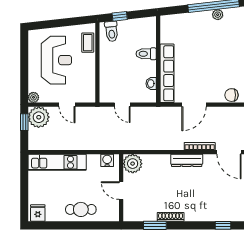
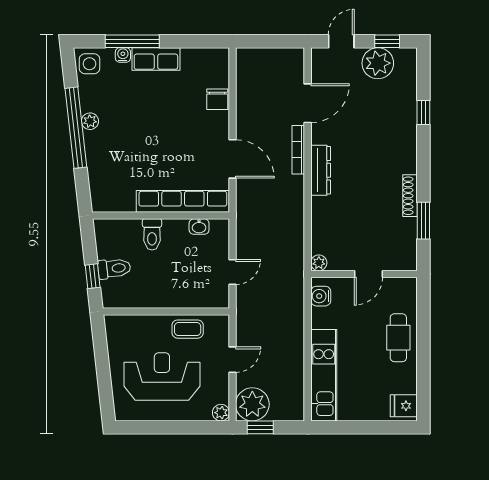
toilet: (111, 31) -> (114, 268), moved
coffee table: (88, 43) -> (188, 329), moved
plant: (133, 164) -> (319, 263), width x0.53, depth x0.53

